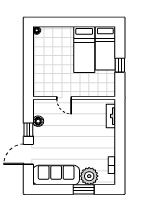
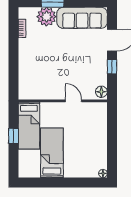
bed: (105, 48) -> (29, 126), moved, turned 180
tv unit: (111, 116) -> (23, 81), removed
floor lamp: (38, 121) -> (101, 92), moved

